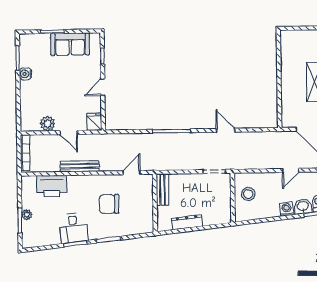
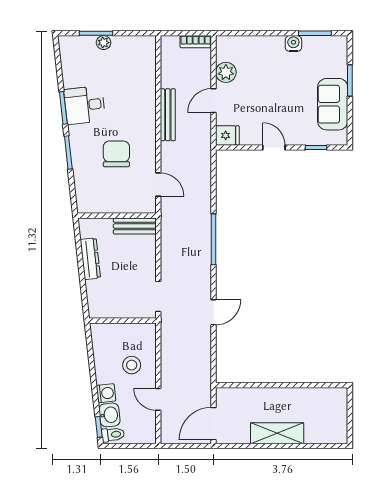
bookcase: (25, 153) -> (196, 42), width x0.64
printer: (52, 186) -> (142, 77), removed
stool: (248, 194) -> (132, 365), moved

